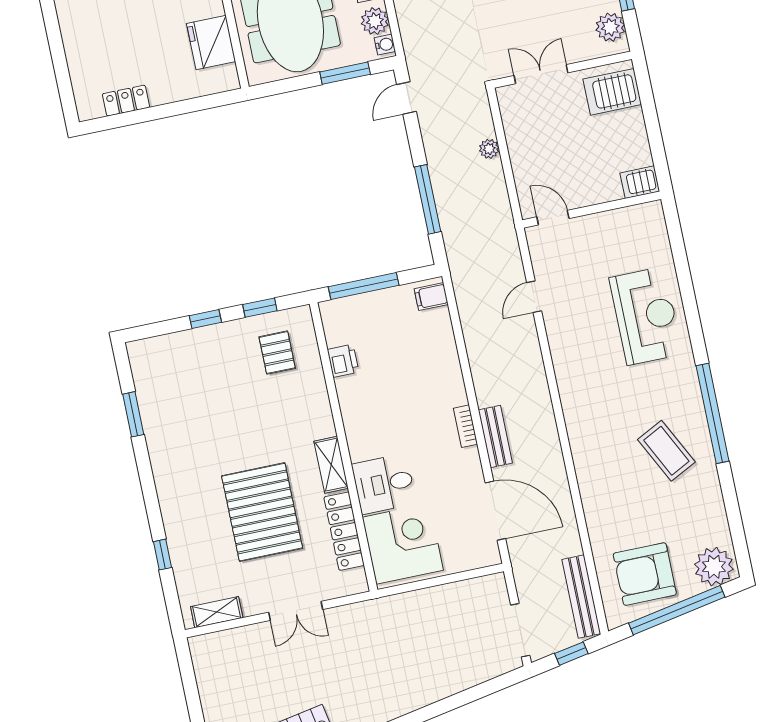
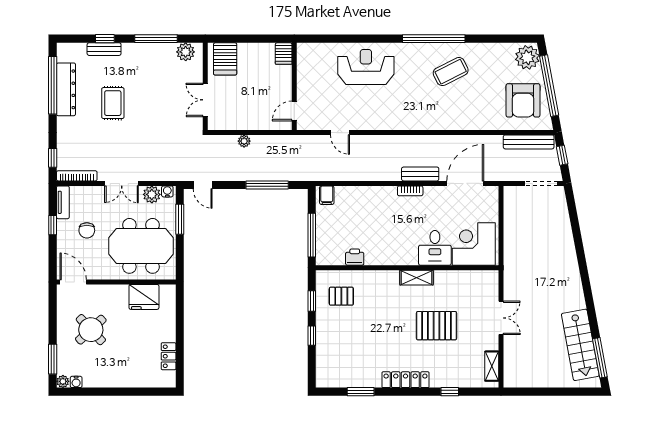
pallet: (262, 512) -> (437, 326), width x0.73, depth x0.71
locker: (344, 531) -> (405, 380), moved, turned 180

